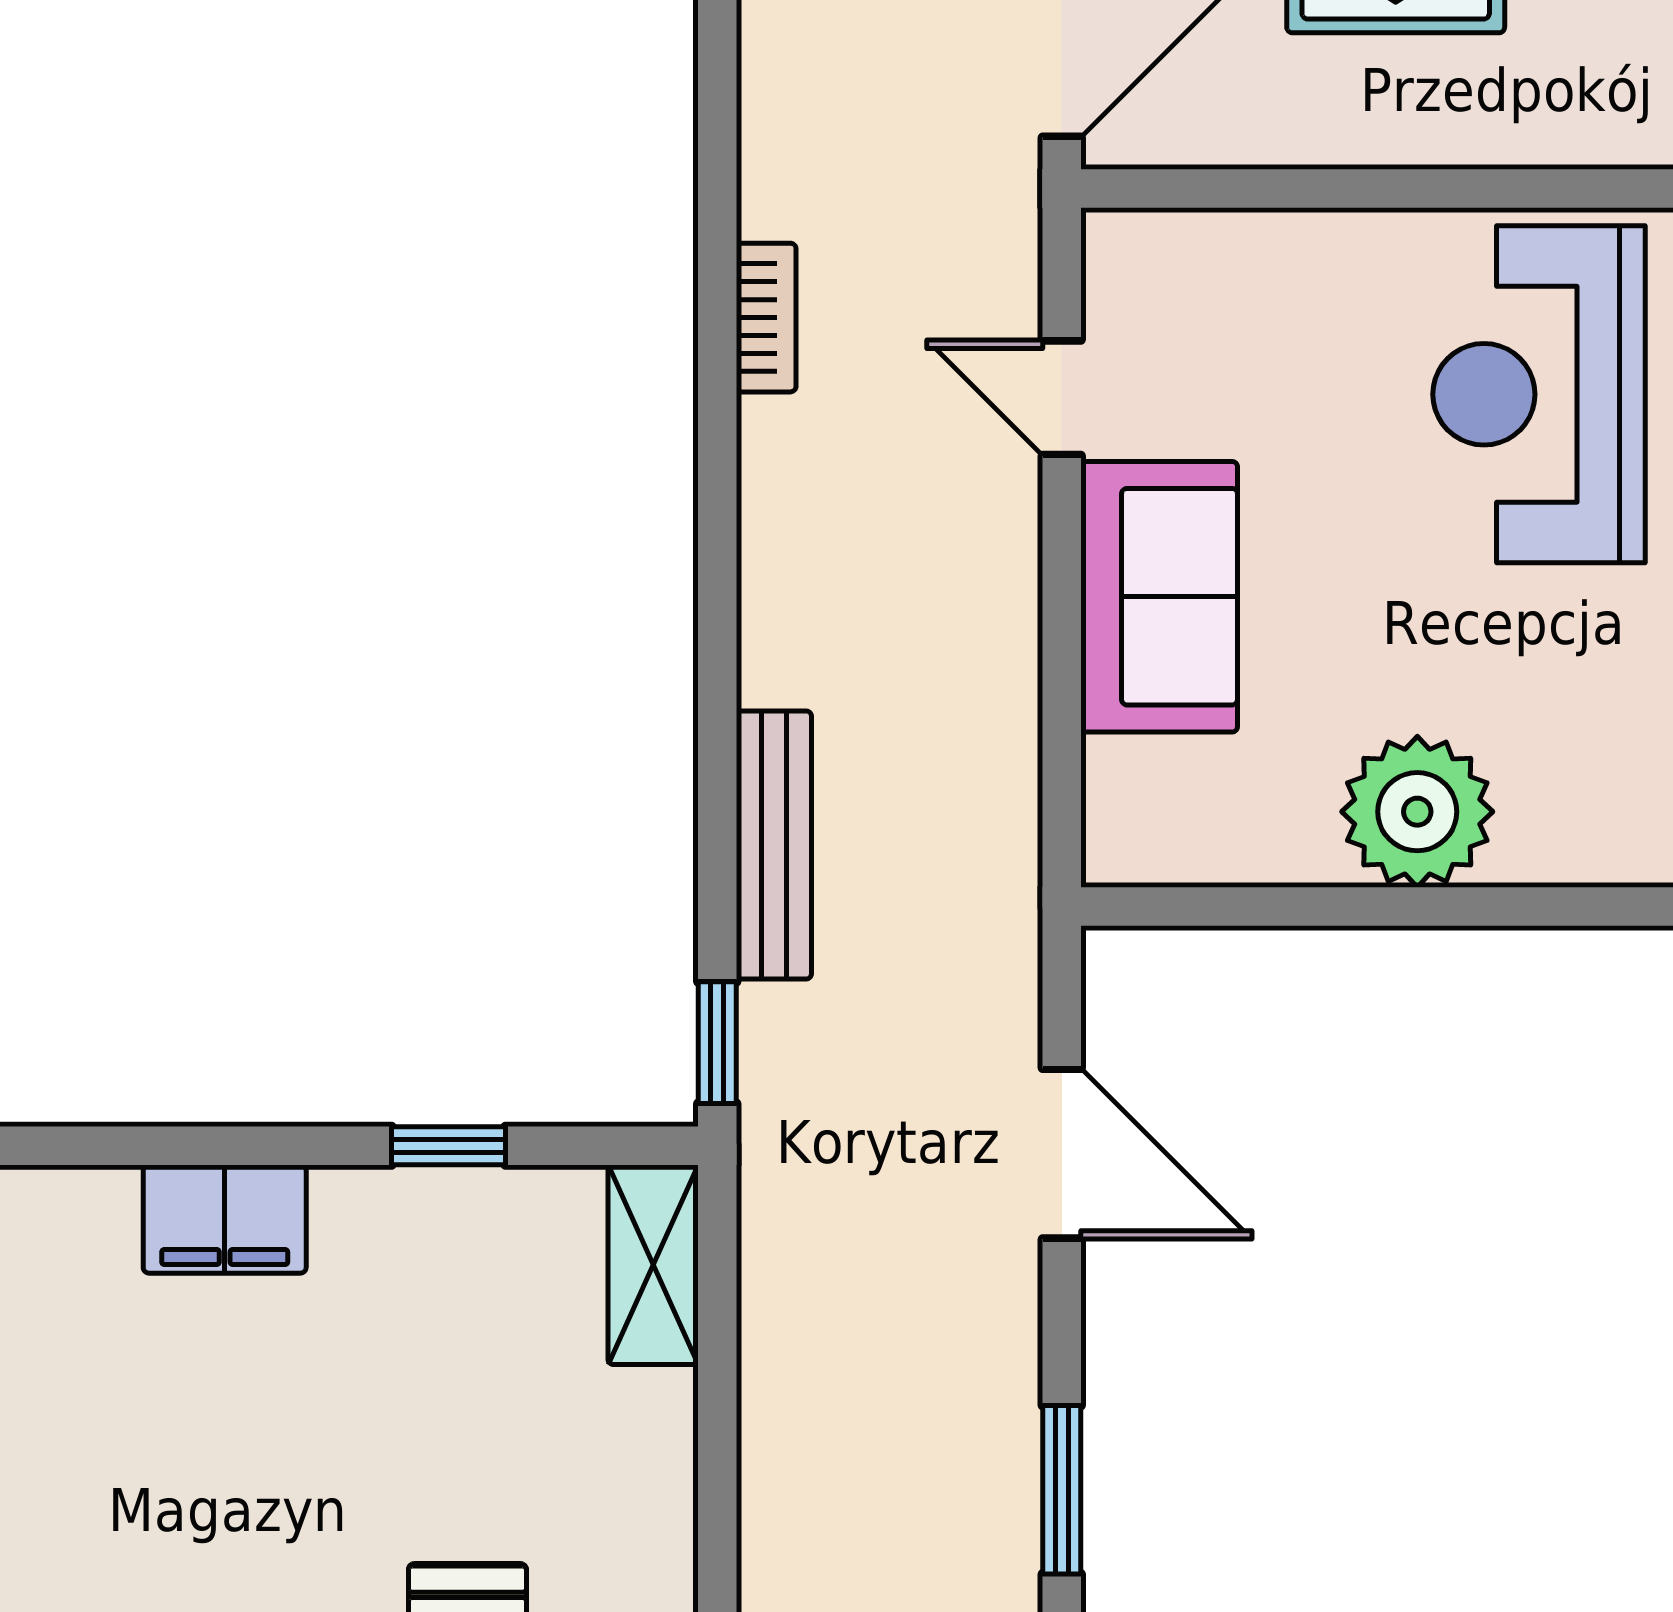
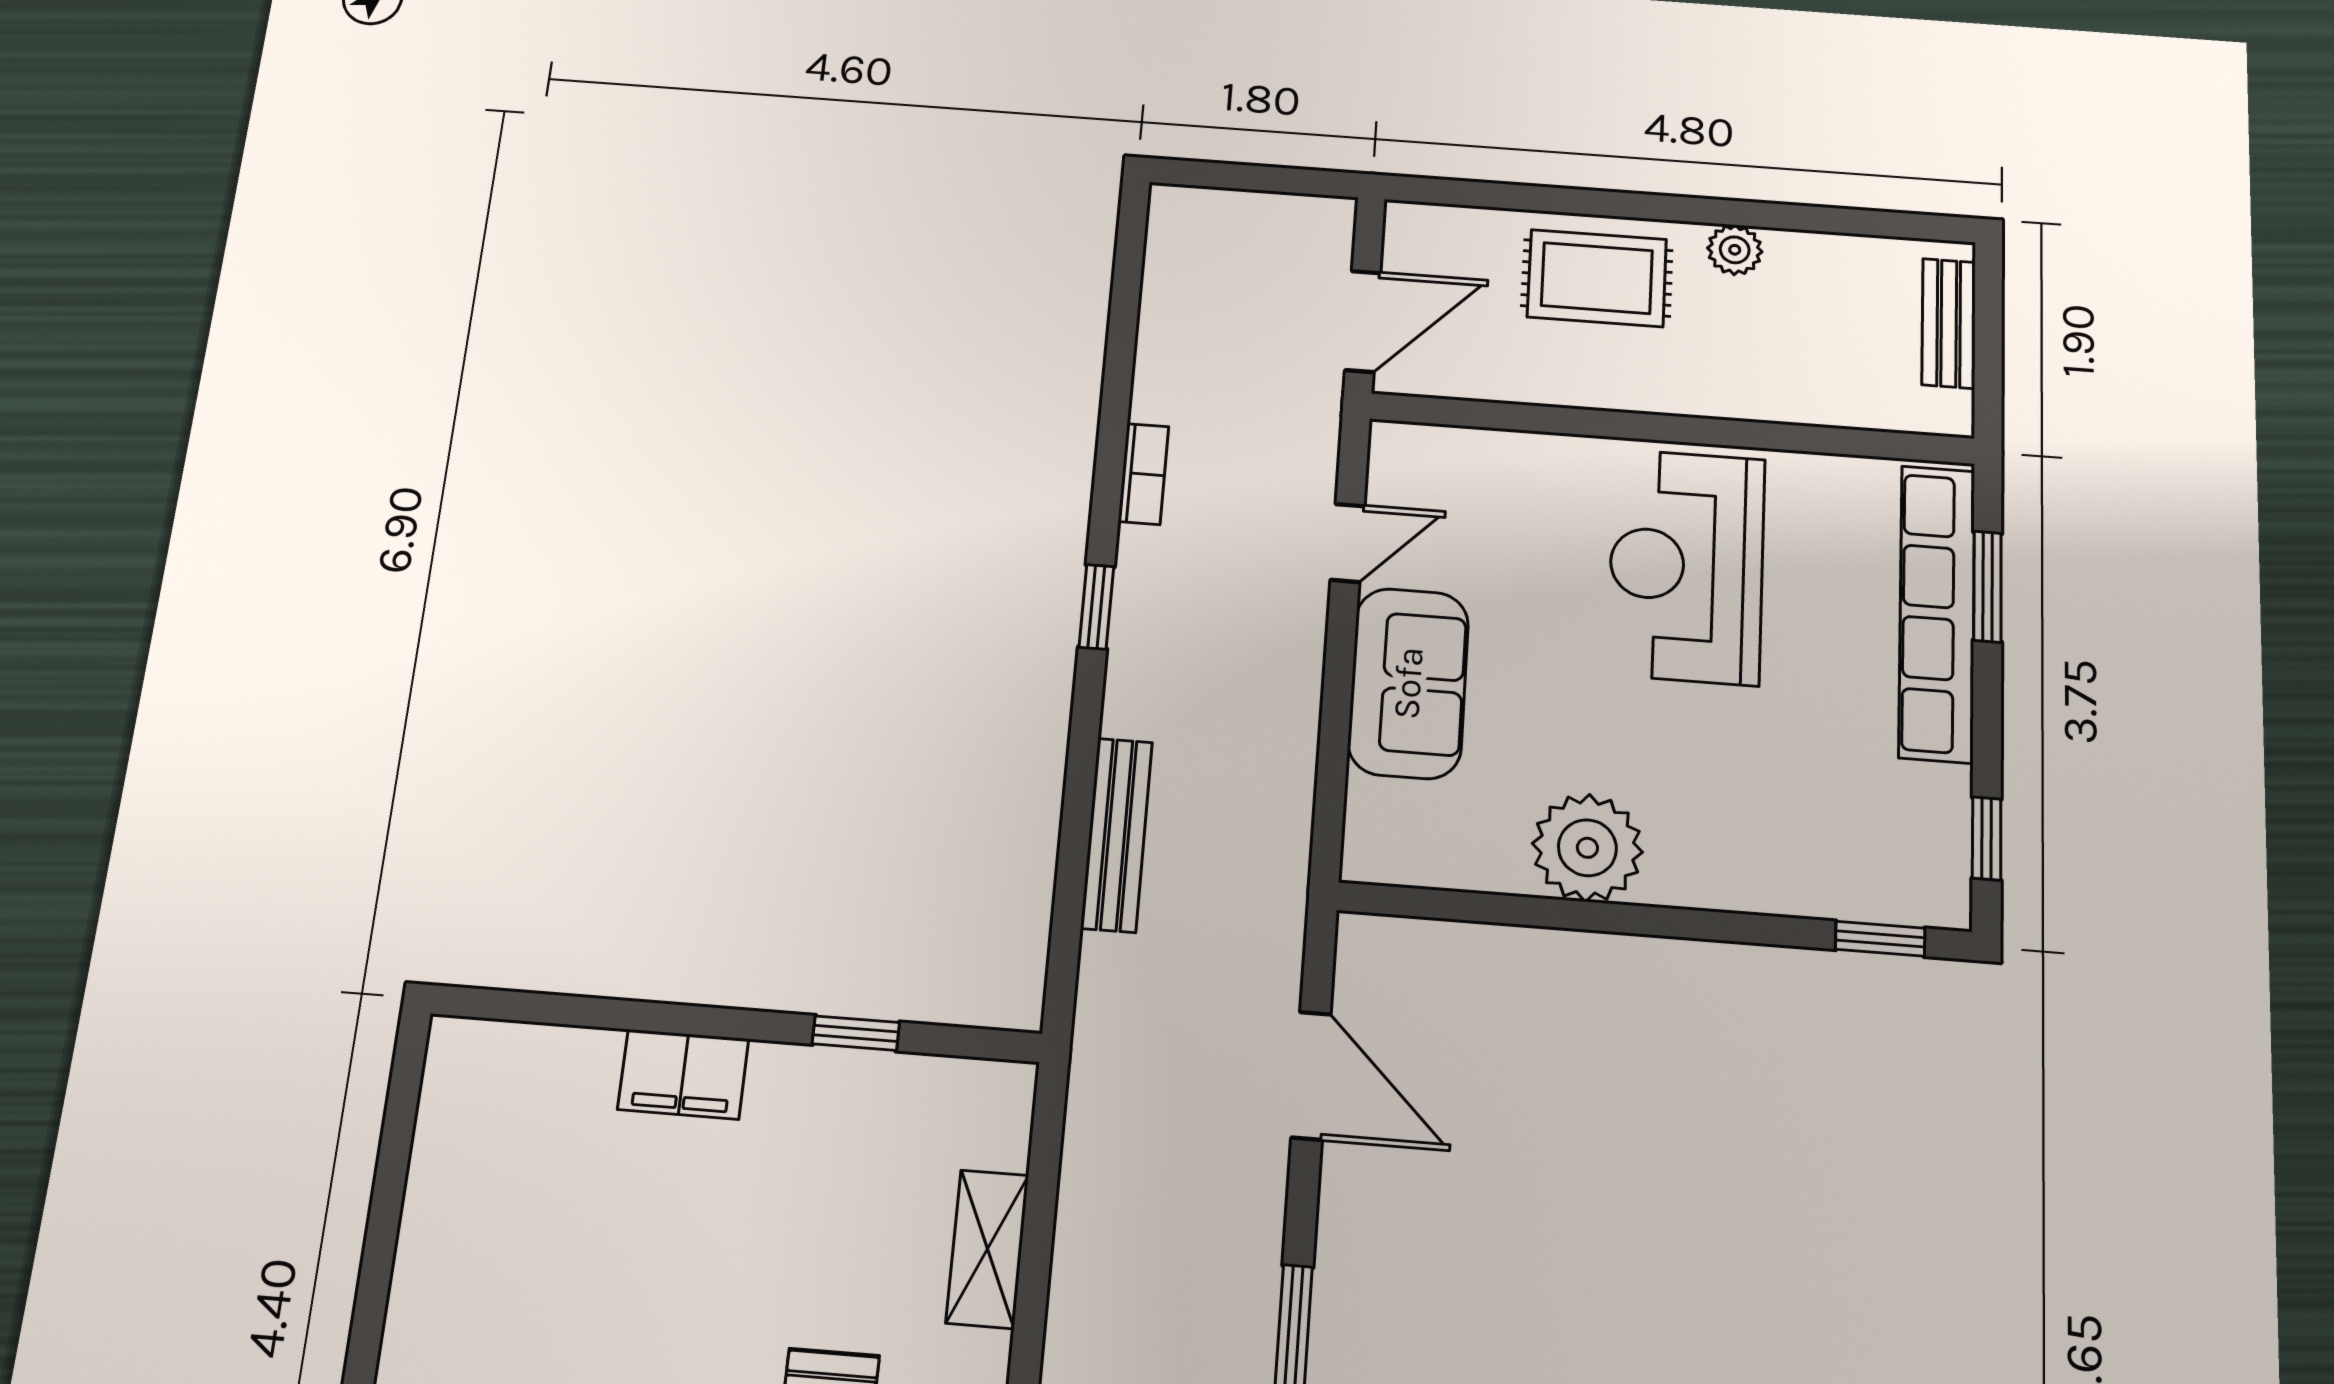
door: (1062, 398) -> (1348, 543), swing flipped
window: (717, 1043) -> (1096, 607), moved
shelving: (653, 1265) -> (987, 1249), moved

